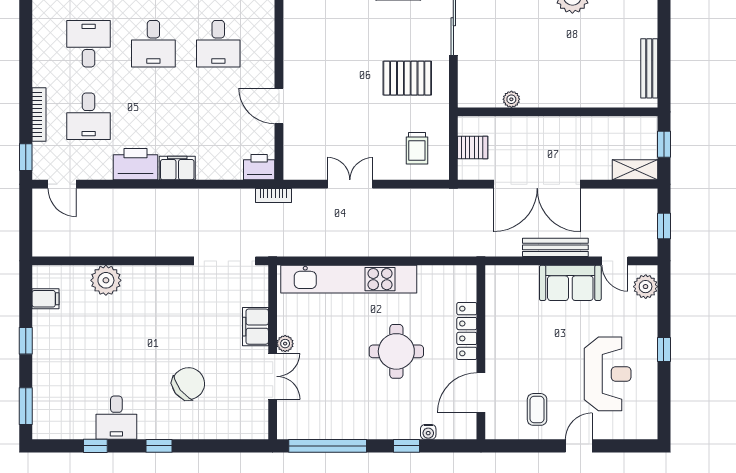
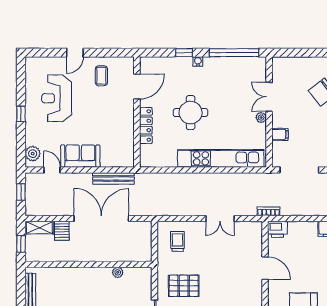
server rack: (473, 148) -> (62, 231), moved, turned -90
bench: (555, 247) -> (113, 178), moved
filing cabinet: (255, 327) -> (280, 134), width x0.50
water cooler: (428, 432) -> (198, 62), moved

